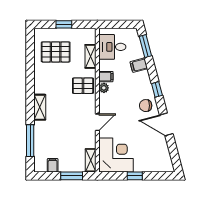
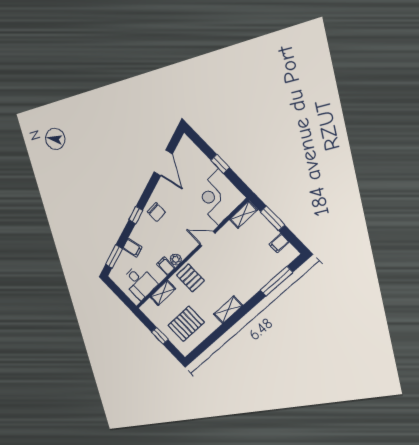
pallet: (56, 52) -> (186, 324), turned 90
shelving: (40, 107) -> (228, 310), moved
door: (166, 124) -> (163, 163), moved

